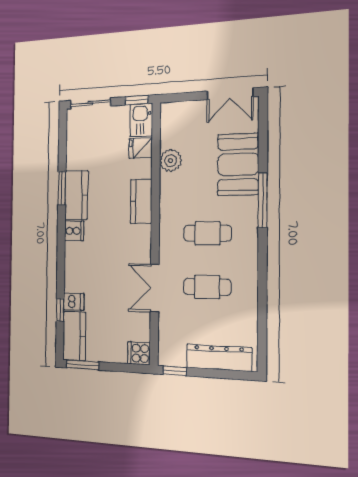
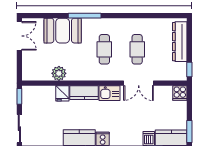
kitchen sink: (141, 120) -> (109, 93), moved
fridge: (141, 148) -> (62, 93), moved

